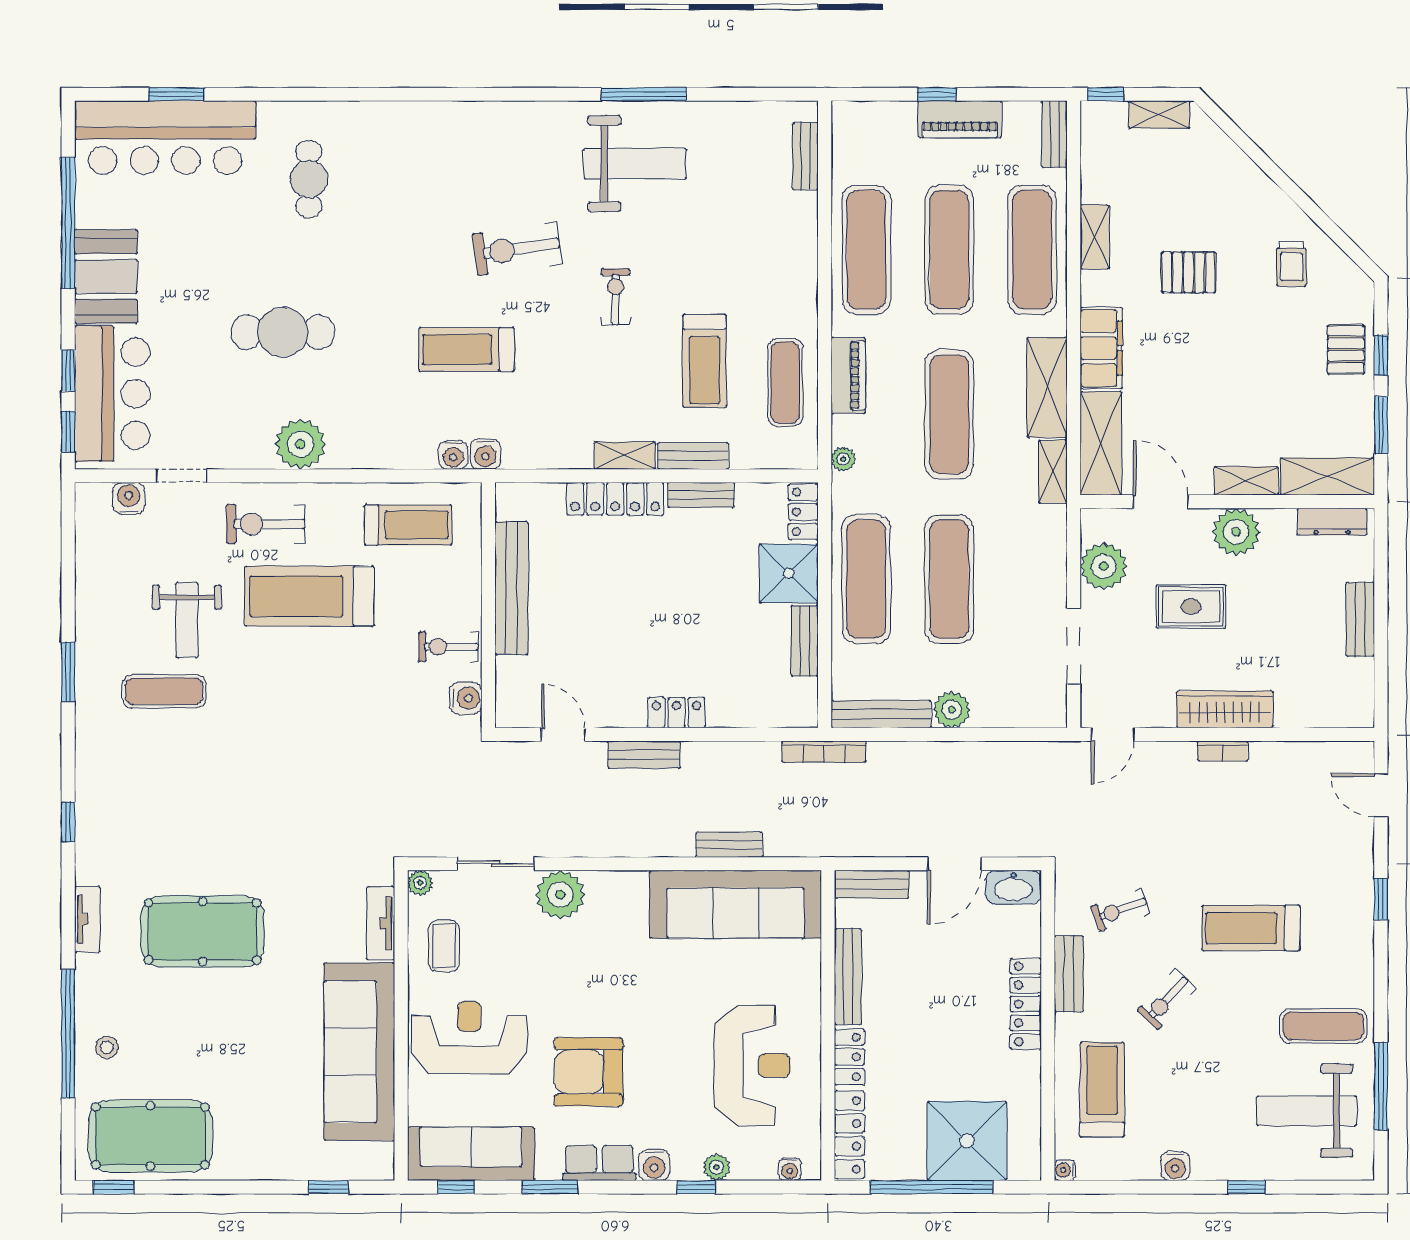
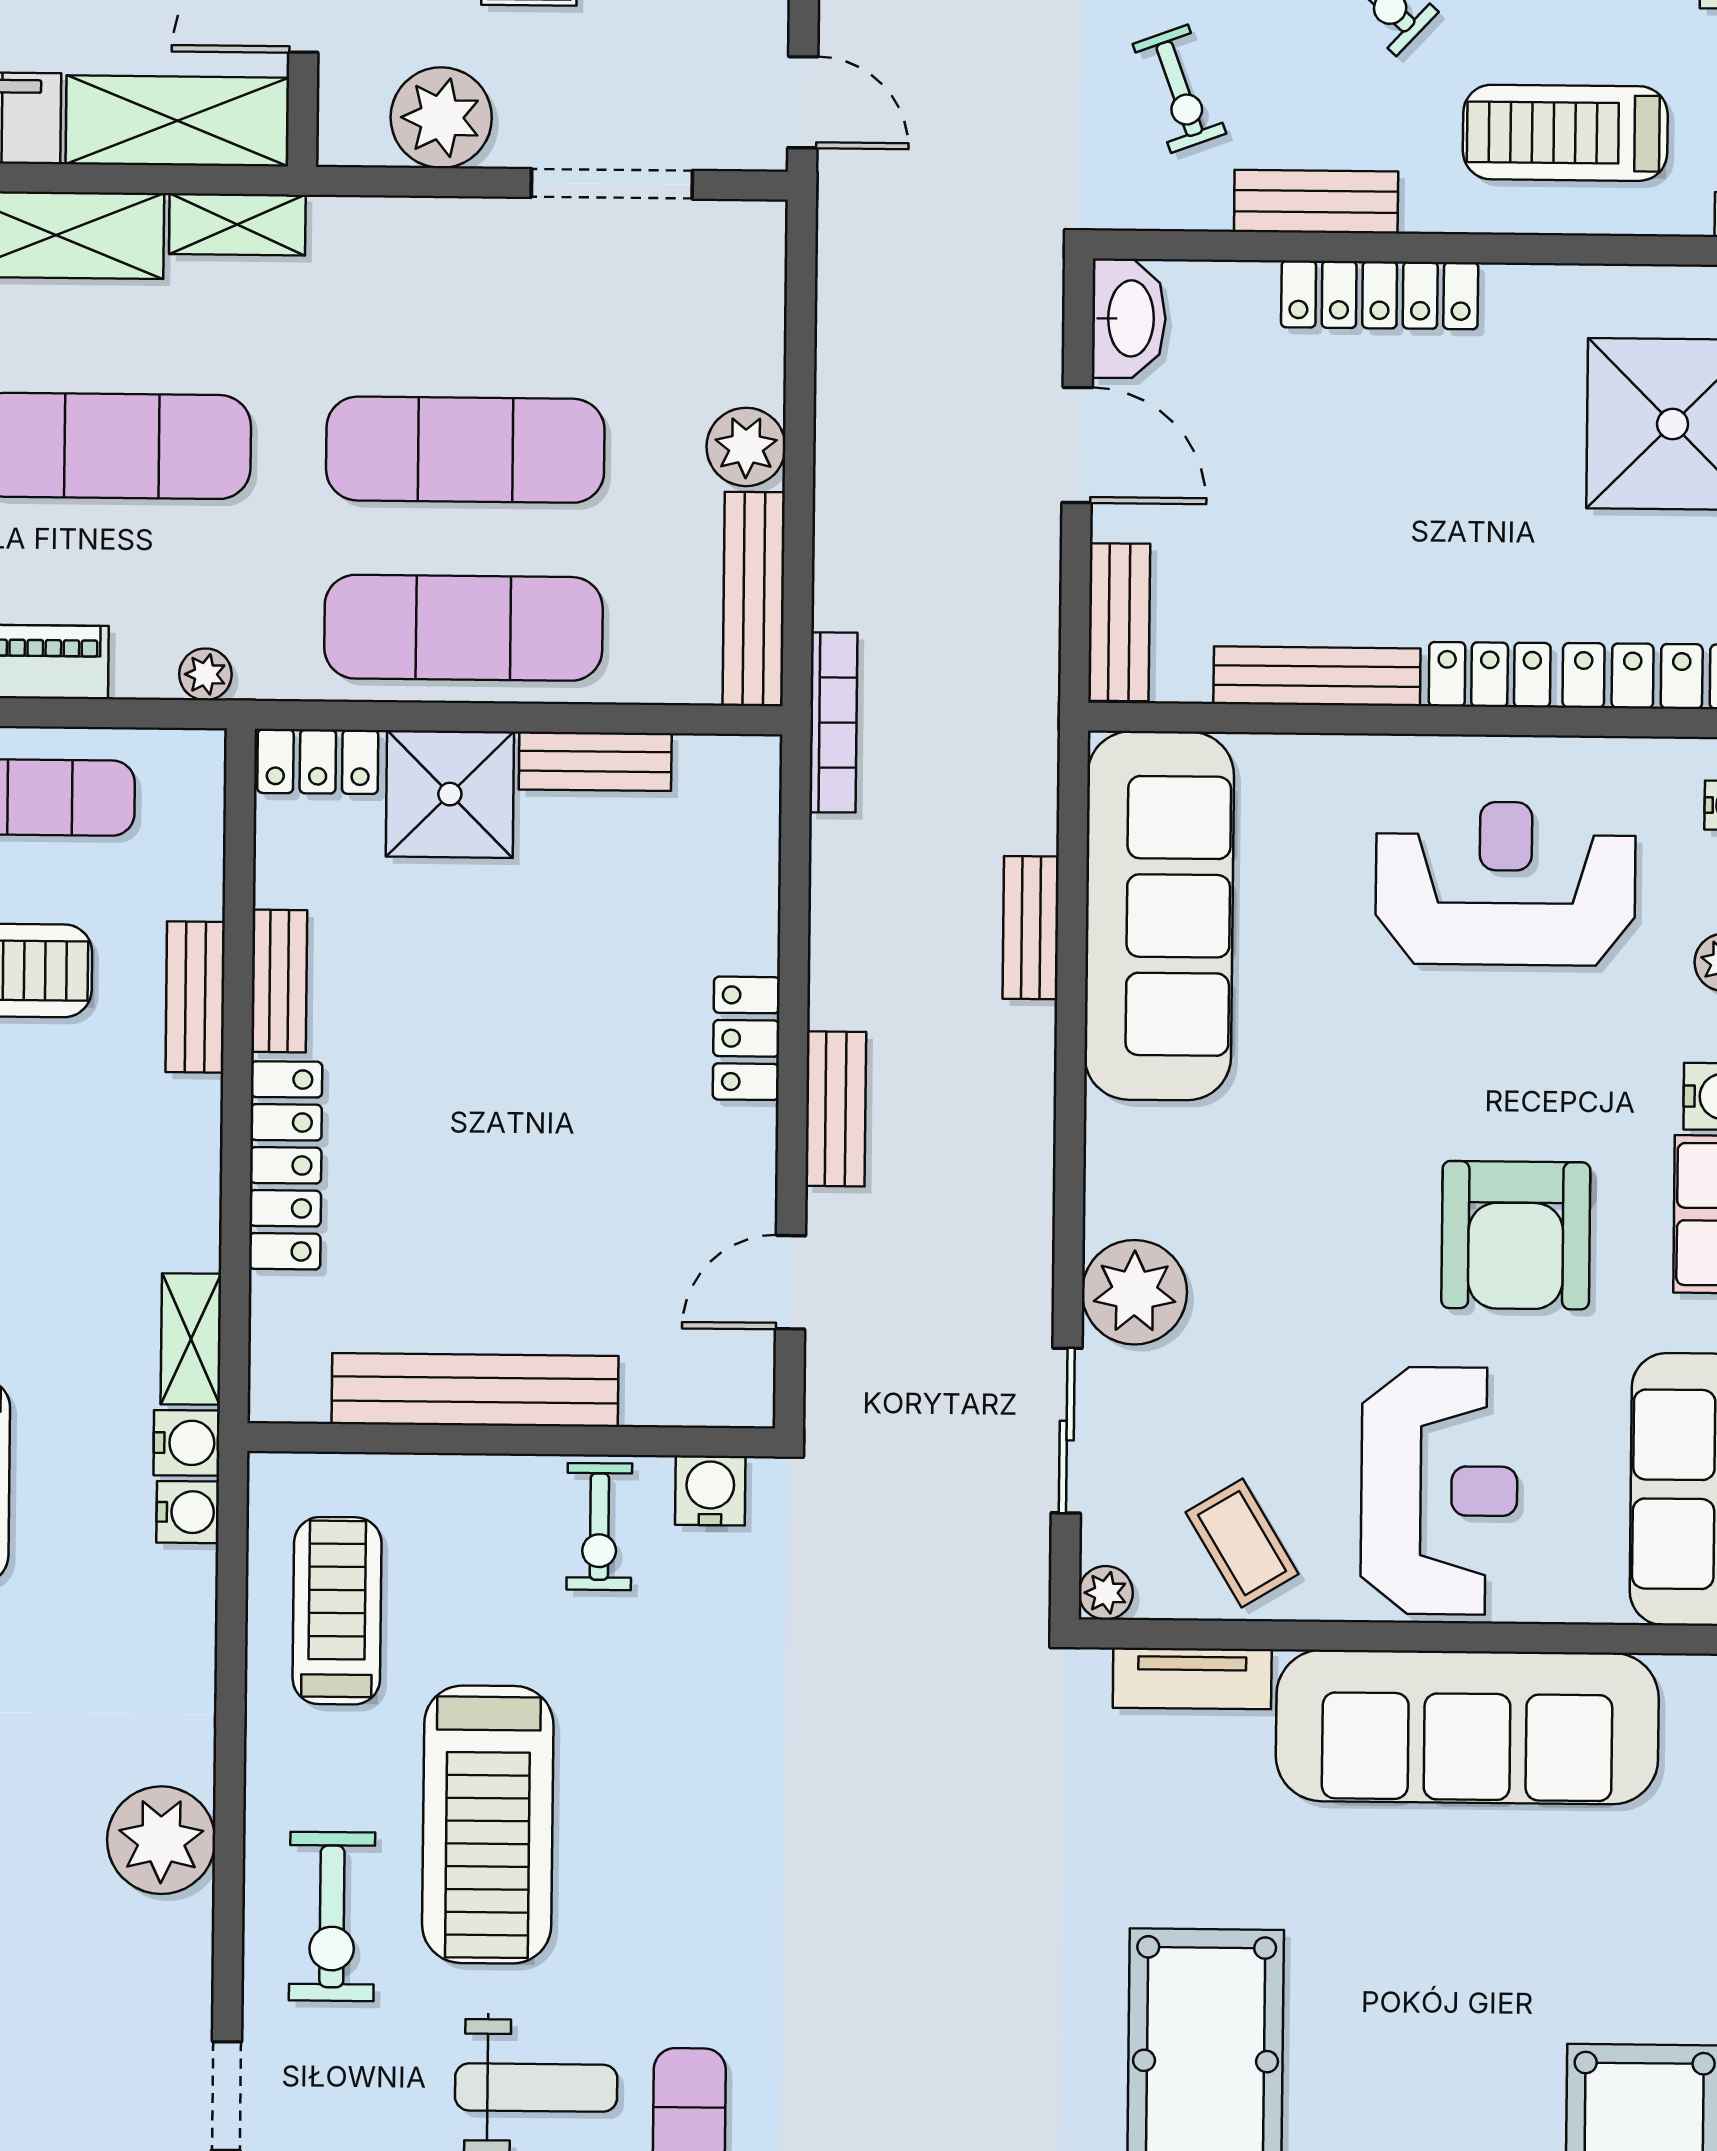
shelving: (625, 456) -> (191, 1339), moved
coffee table: (444, 946) -> (1242, 1543), turned 59
reception desk: (469, 1037) -> (1439, 1491), turned 180

